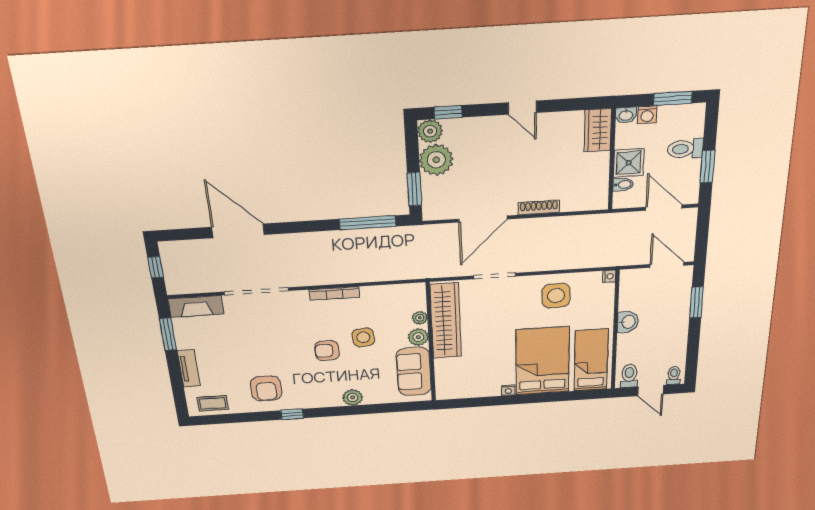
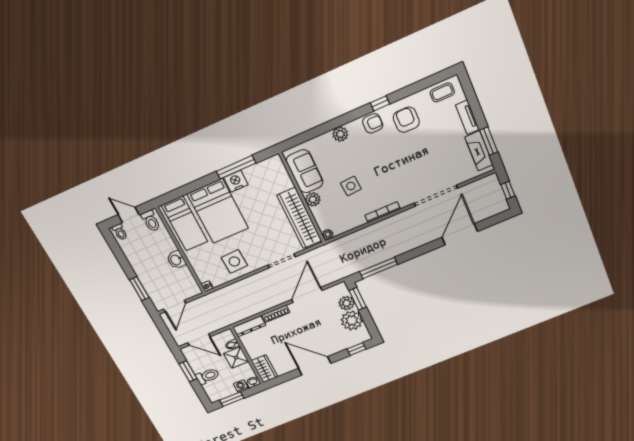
door: (522, 108) -> (315, 366), width x1.87
plant: (430, 131) -> (347, 303), moved
dresser: (585, 202) -> (249, 326), added
door: (238, 231) -> (460, 234), swing flipped
door: (667, 265) -> (175, 306), hinge flipped
fireplace: (196, 306) -> (479, 151), moved, turned -90
plant: (420, 318) -> (328, 234), moved
armchair: (327, 351) -> (373, 123), moved
nightstand: (508, 390) -> (236, 181), width x1.89, depth x1.79
window: (494, 401) -> (236, 167), added

